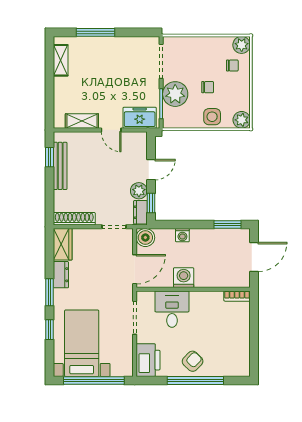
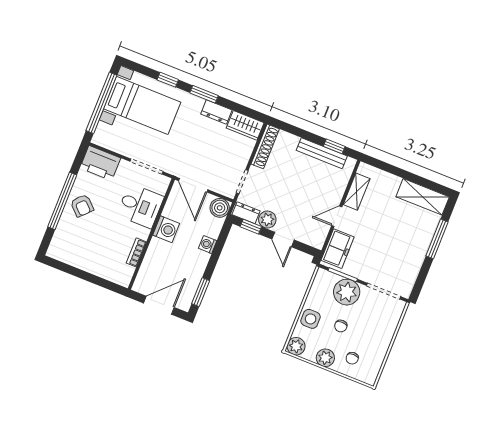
plant: (242, 45) -> (325, 358), moved
shelving: (61, 60) -> (423, 197), width x1.50, depth x1.33
door: (254, 257) -> (159, 305), swing flipped
bookcase: (237, 296) -> (136, 252), moved

